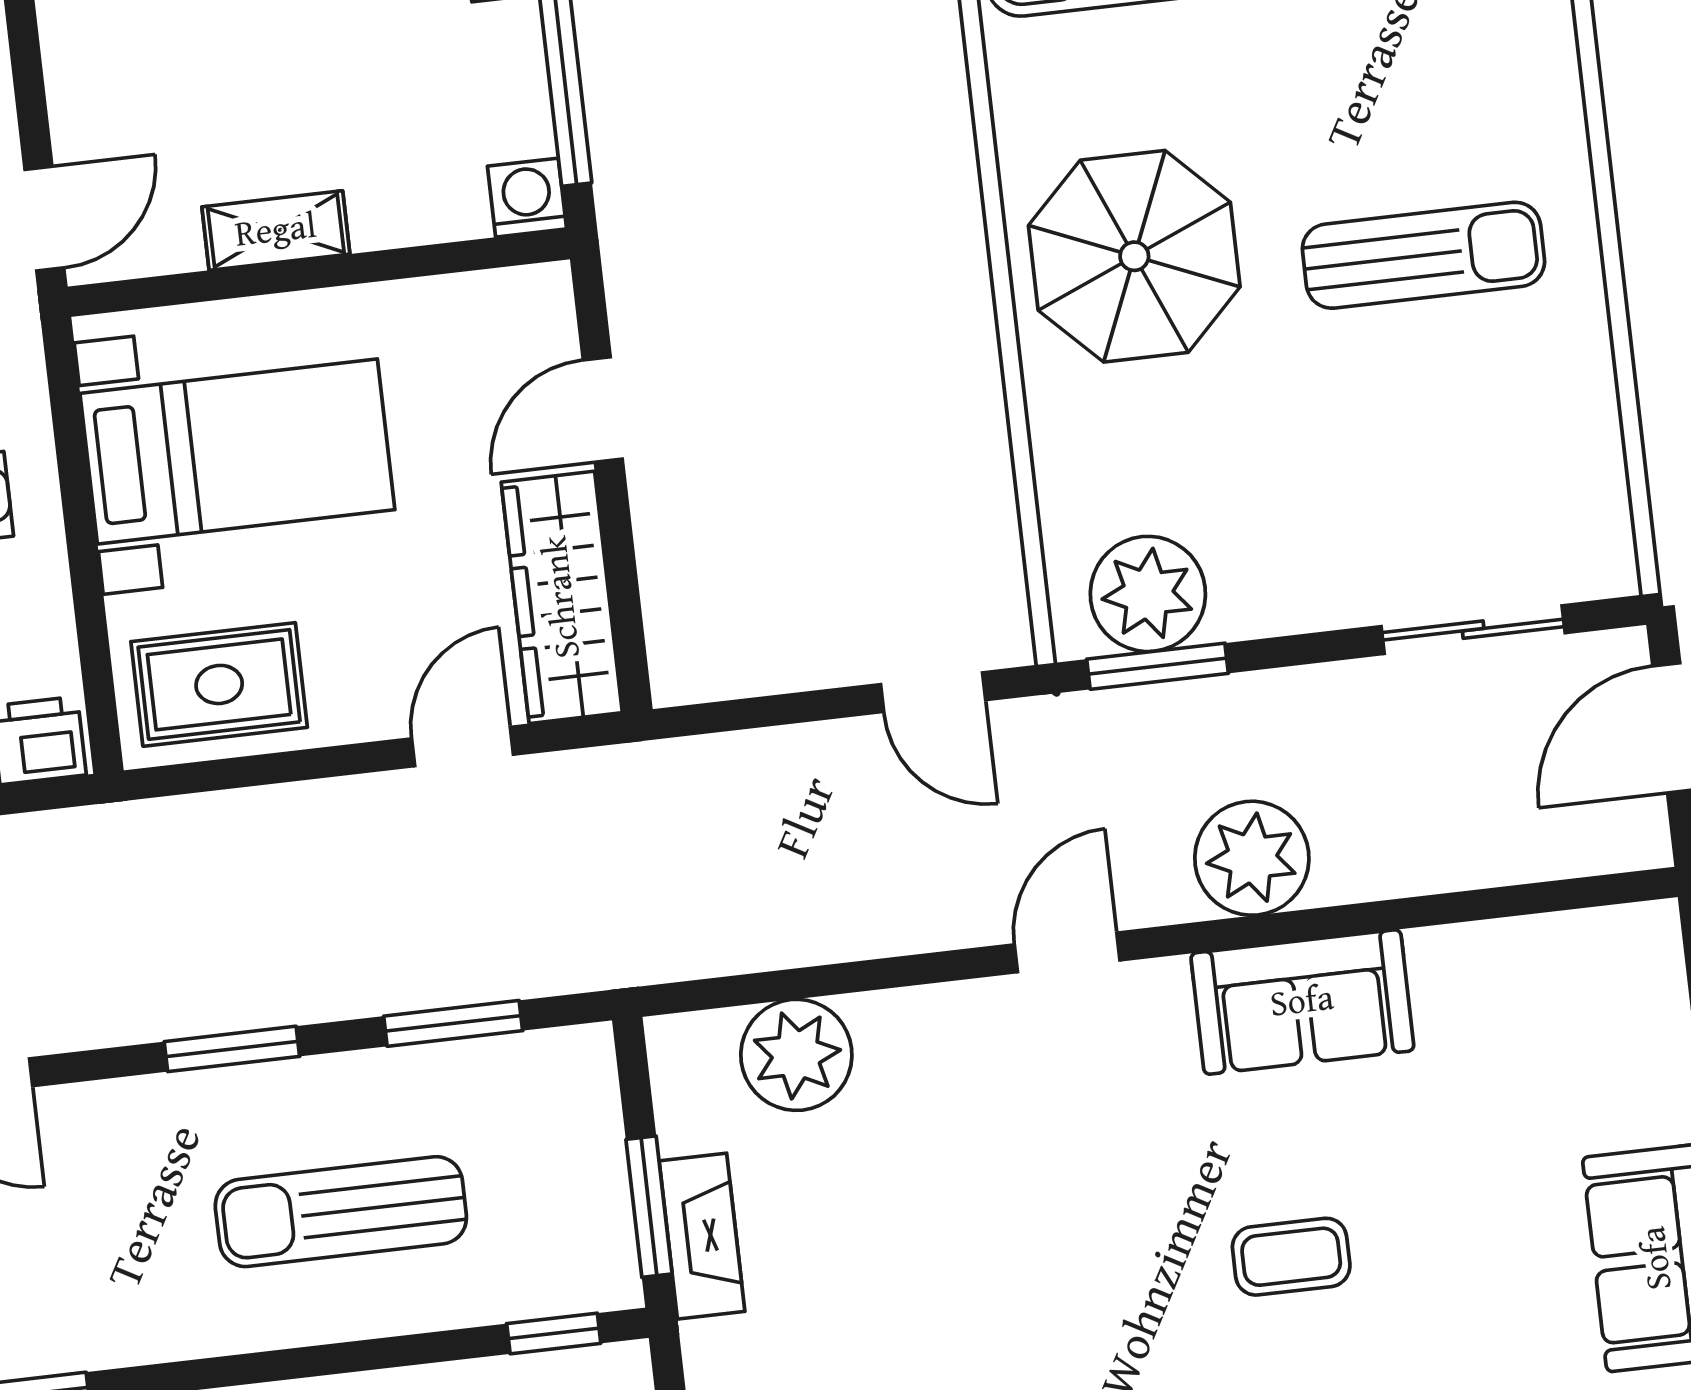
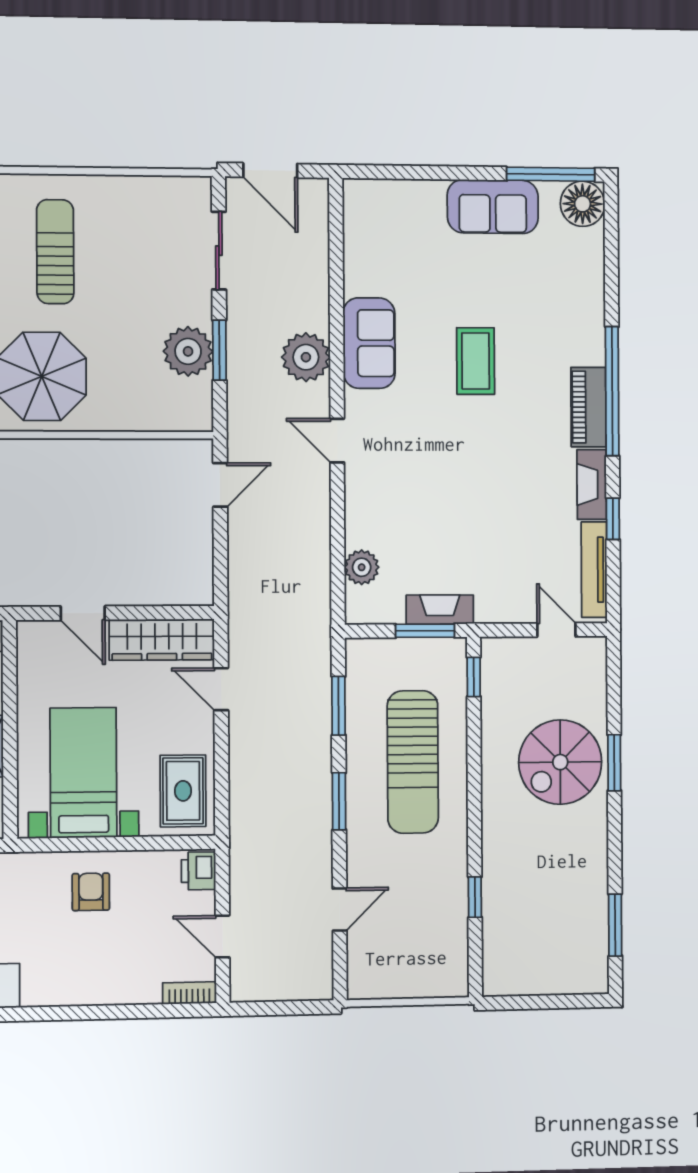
plant: (1148, 594) -> (188, 351), moved
window: (1158, 666) -> (219, 350), moved
plant: (796, 1055) -> (362, 567), width x0.73, depth x0.73
sun lounger: (341, 1212) -> (413, 762), width x1.36, depth x1.34
coffee table: (1291, 1257) -> (476, 361), width x1.36, depth x1.30

